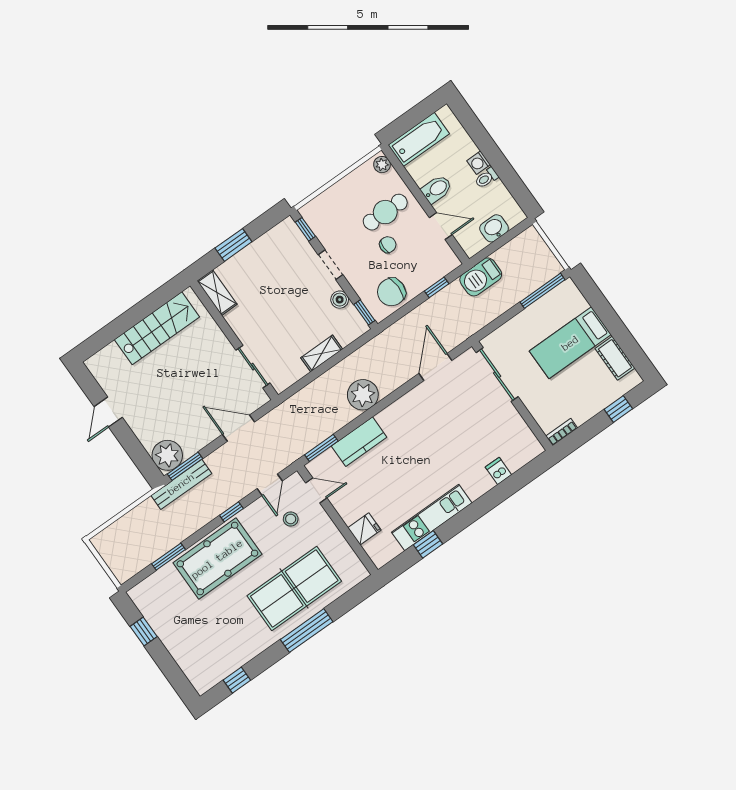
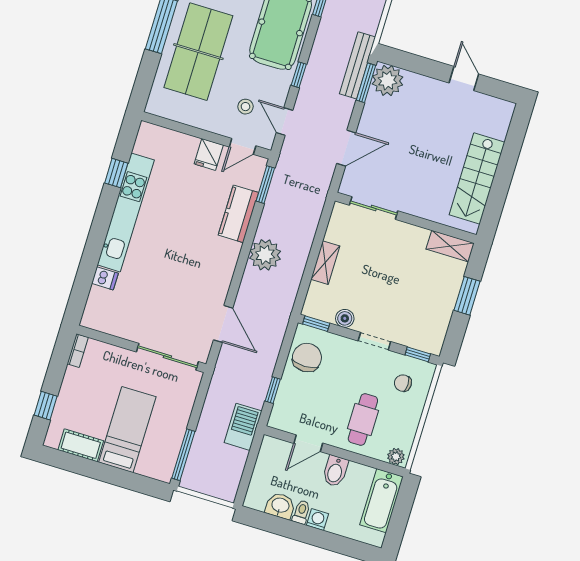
washbasin: (494, 228) -> (280, 506), moved, turned -90
chair: (388, 245) -> (403, 383), moved, turned 90
kitchen unit: (432, 518) -> (126, 212), width x1.36
fridge: (364, 529) -> (209, 154), moved

